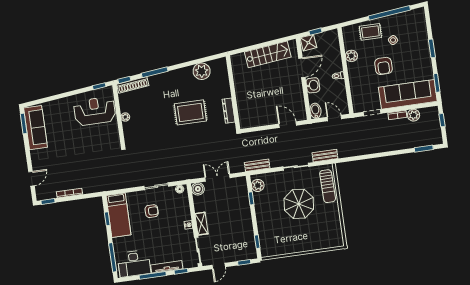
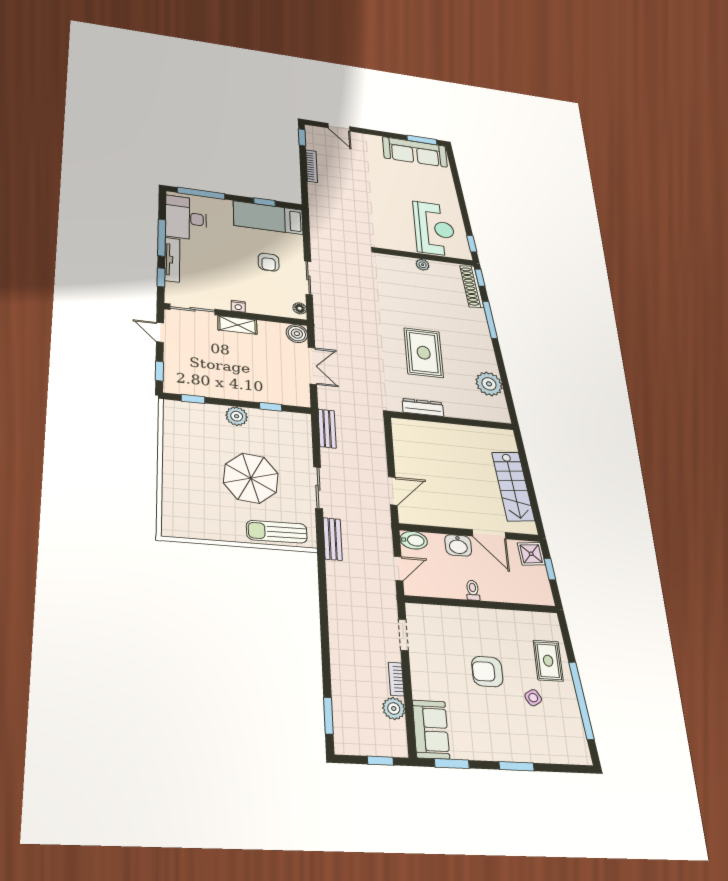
plant: (351, 56) -> (507, 620), removed
sofa: (408, 94) -> (431, 730), width x0.54, depth x0.79
plant: (258, 185) -> (237, 416), moved

